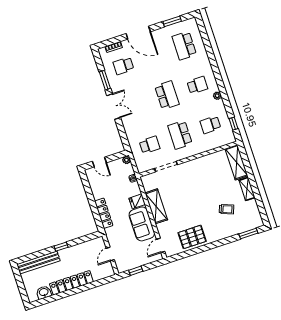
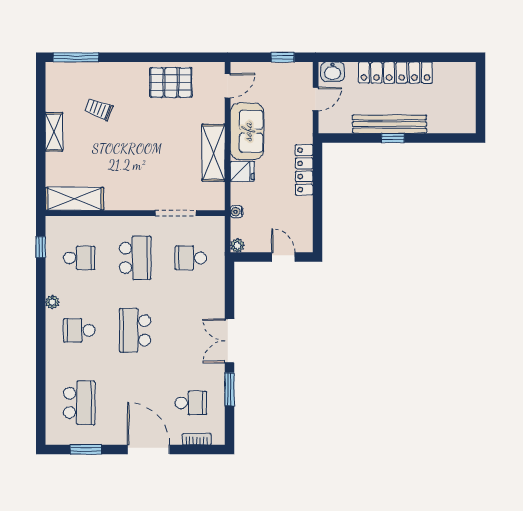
shelving: (236, 162) -> (74, 199), moved, turned 90
window: (248, 234) -> (76, 57), width x1.44
bench: (38, 262) -> (389, 124), moved
washbasin: (44, 292) -> (333, 72), moved

